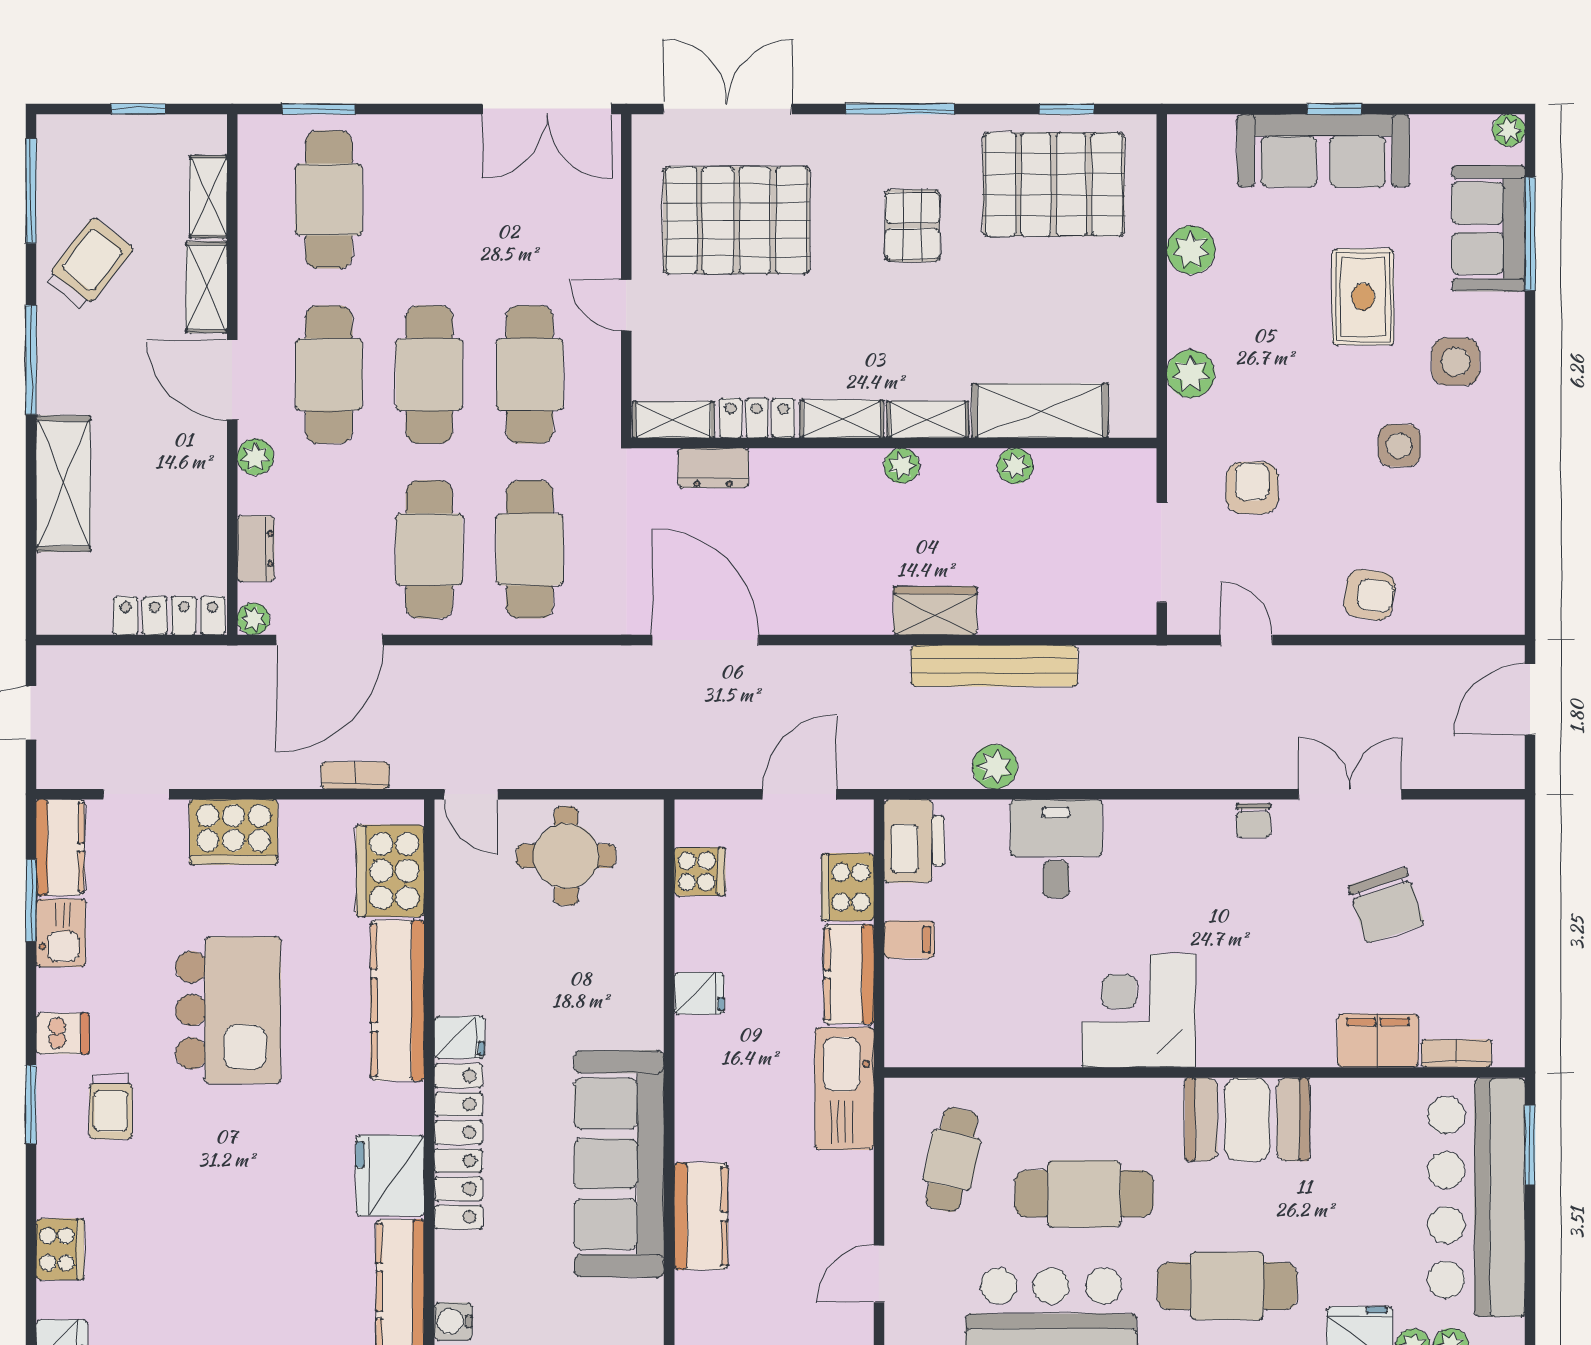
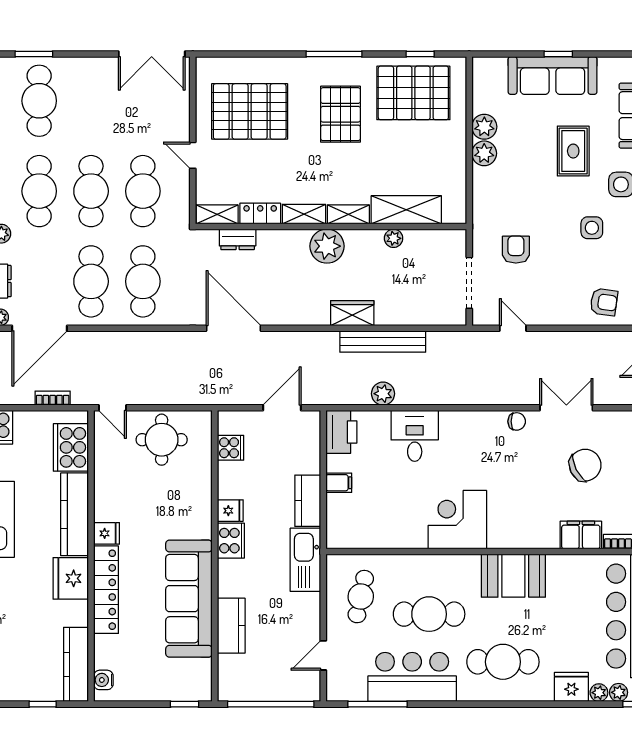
double door: (728, 109) -> (245, 54), removed
pallet: (913, 226) -> (341, 114), width x1.50, depth x1.42
plant: (1191, 374) -> (484, 153), moved
plant: (902, 466) -> (327, 246), width x1.88, depth x1.88
armchair: (1370, 595) -> (604, 302), moved
chair: (1254, 821) -> (517, 421), turned -90
cooker: (848, 887) -> (231, 541), moved, turned 180
chair: (1386, 905) -> (585, 465), turned -99
fridge: (390, 1176) -> (71, 578), moved

